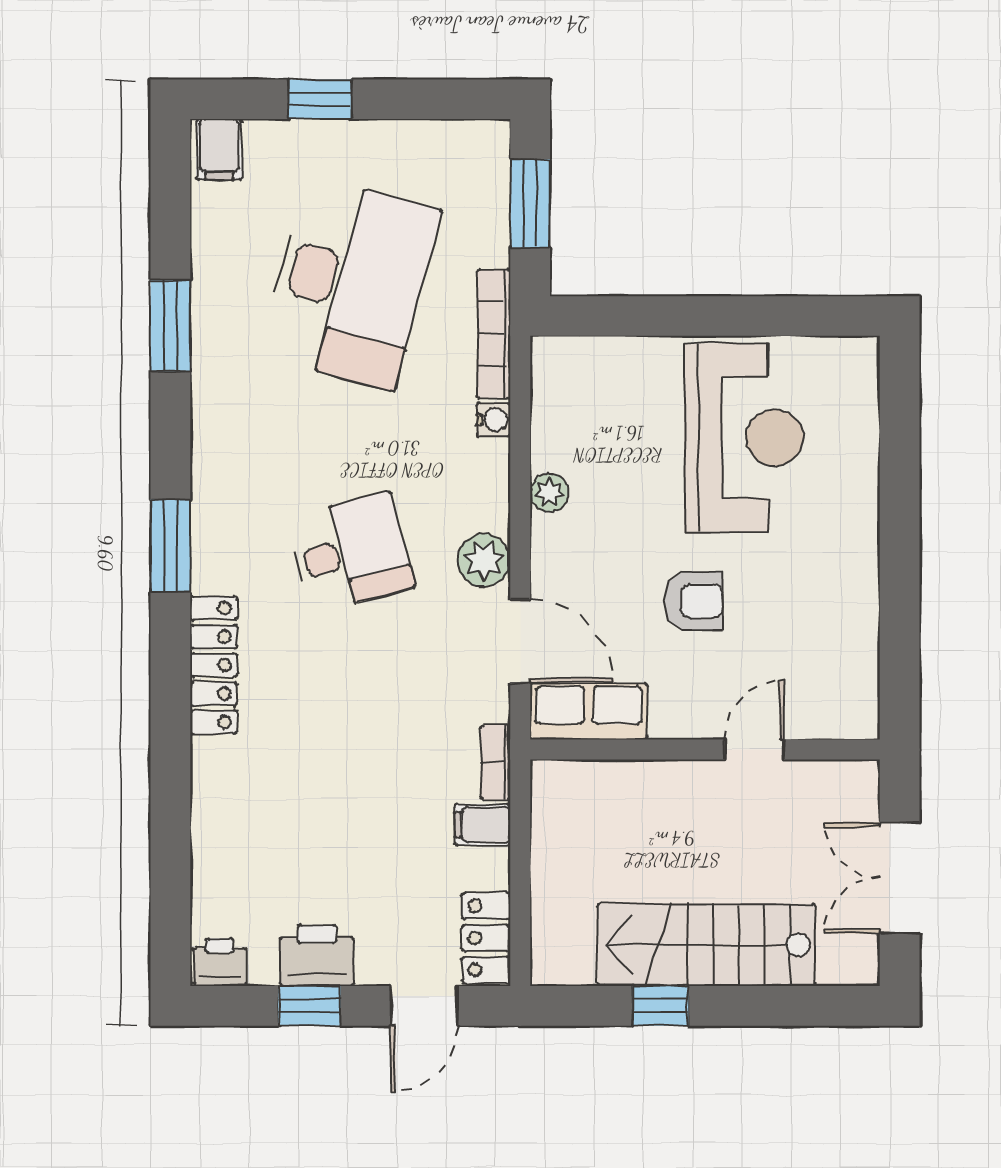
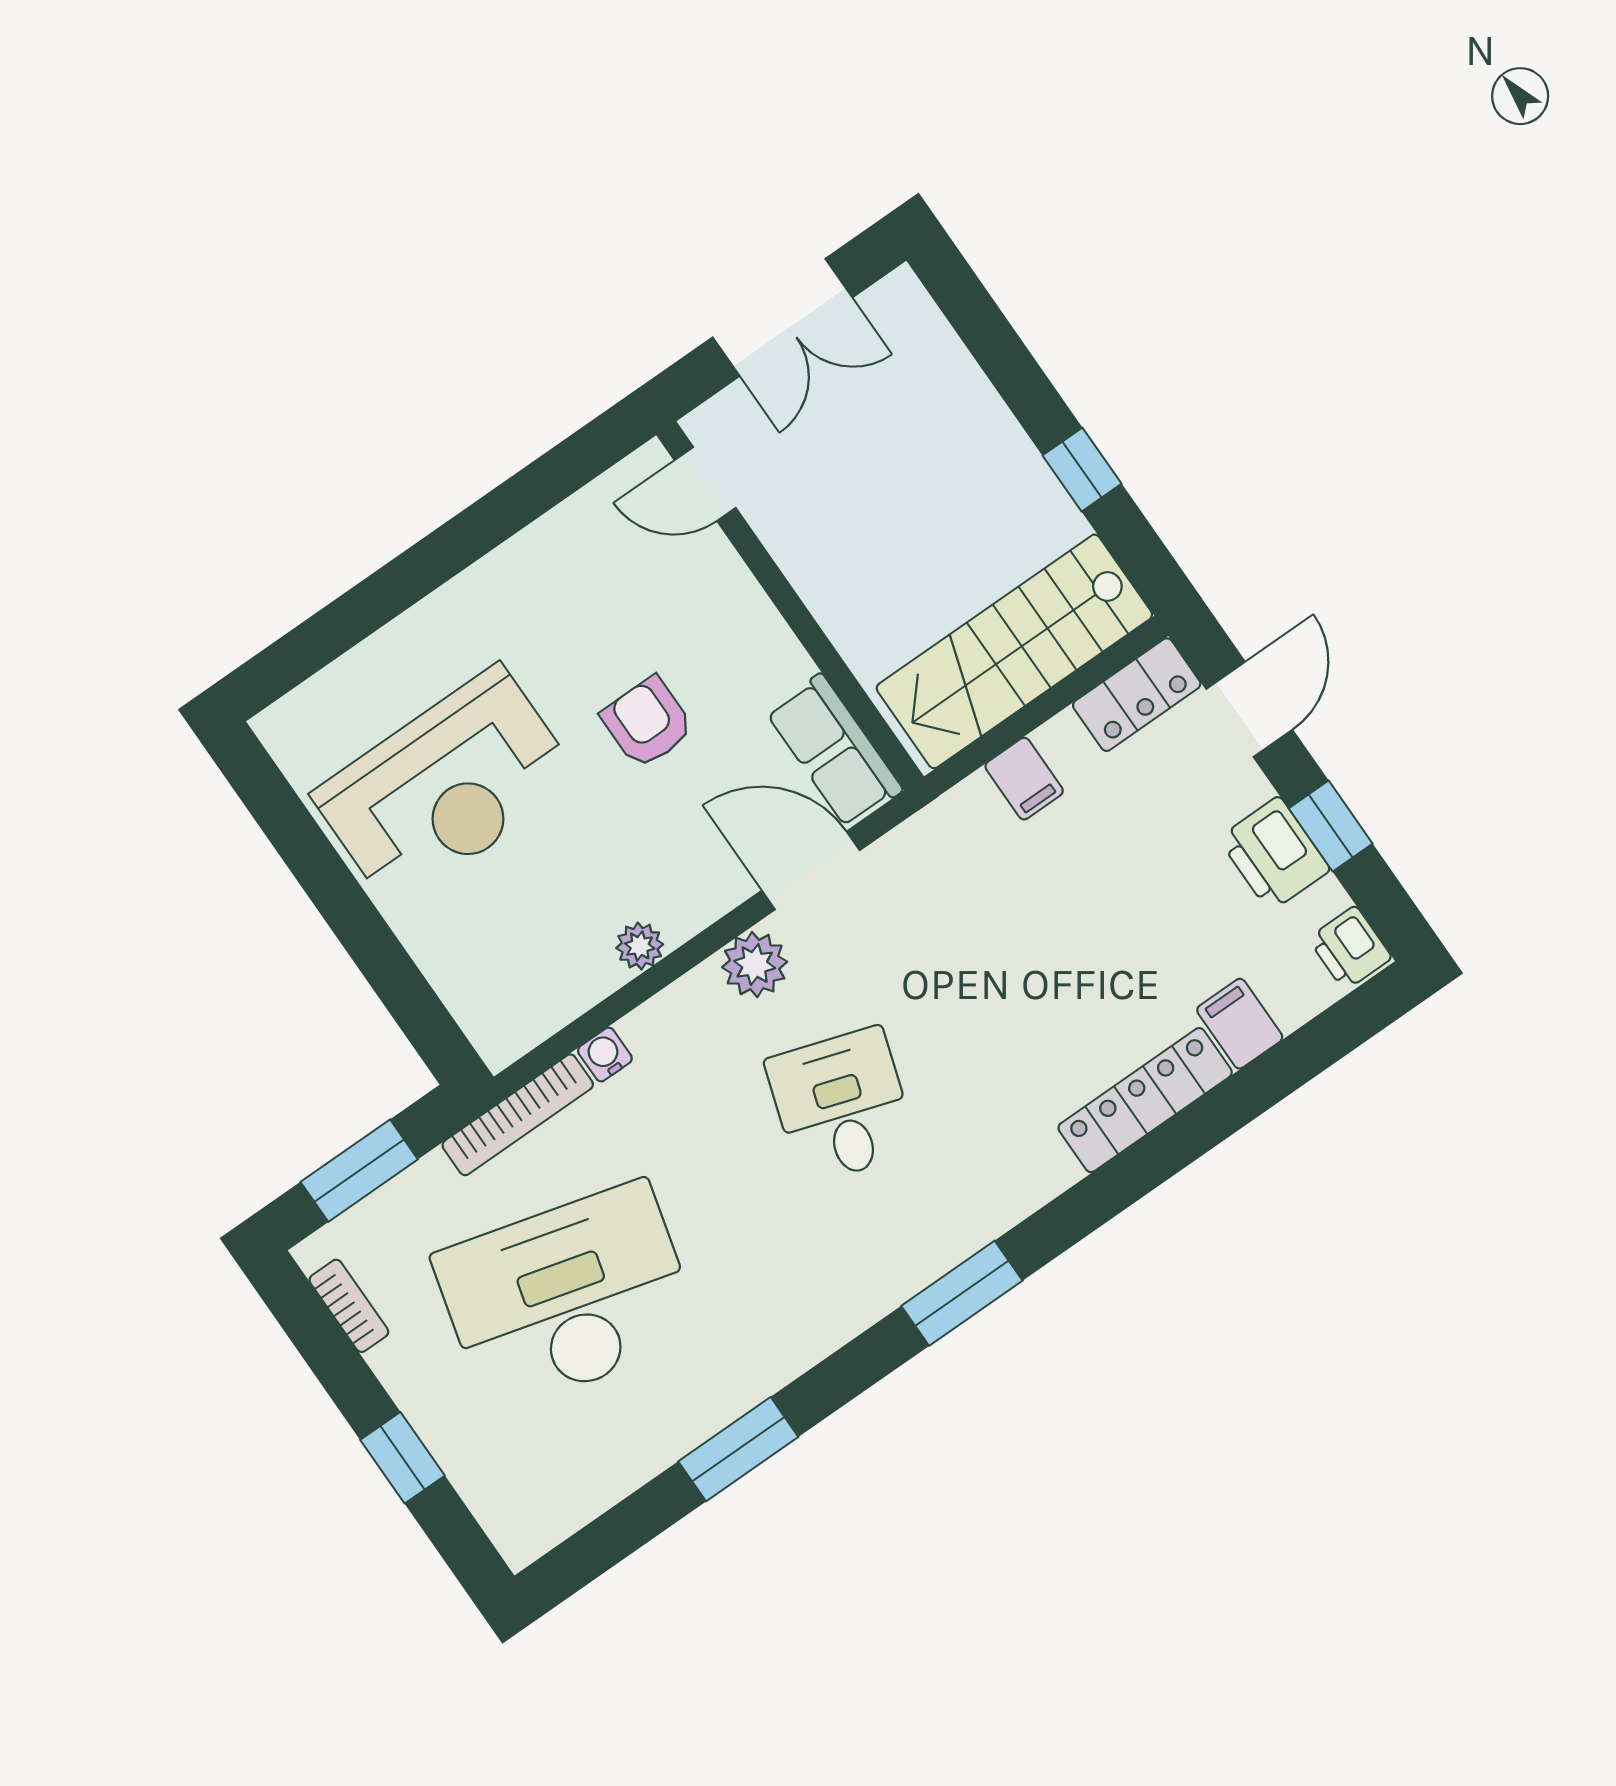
filing cabinet: (219, 149) -> (1240, 1024), moved, turned -90
reception desk: (744, 438) -> (446, 787), turned 180
desk: (350, 553) -> (841, 1106), turned 33
door: (520, 641) -> (811, 870), hinge flipped
locker: (214, 665) -> (1145, 1100), moved
door: (754, 750) -> (705, 484), moved
bookcase: (495, 763) -> (349, 1306), moved, turned -90
stairs: (706, 945) -> (1014, 651), moved, turned 90
door: (424, 1006) -> (1249, 709), hinge flipped

